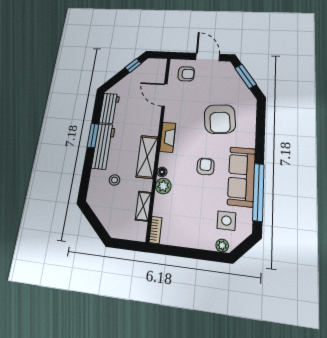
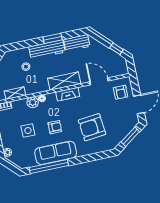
door: (164, 95) -> (99, 81), hinge flipped
shelving: (147, 157) -> (64, 81), moved
side table: (226, 221) -> (28, 131), moved

